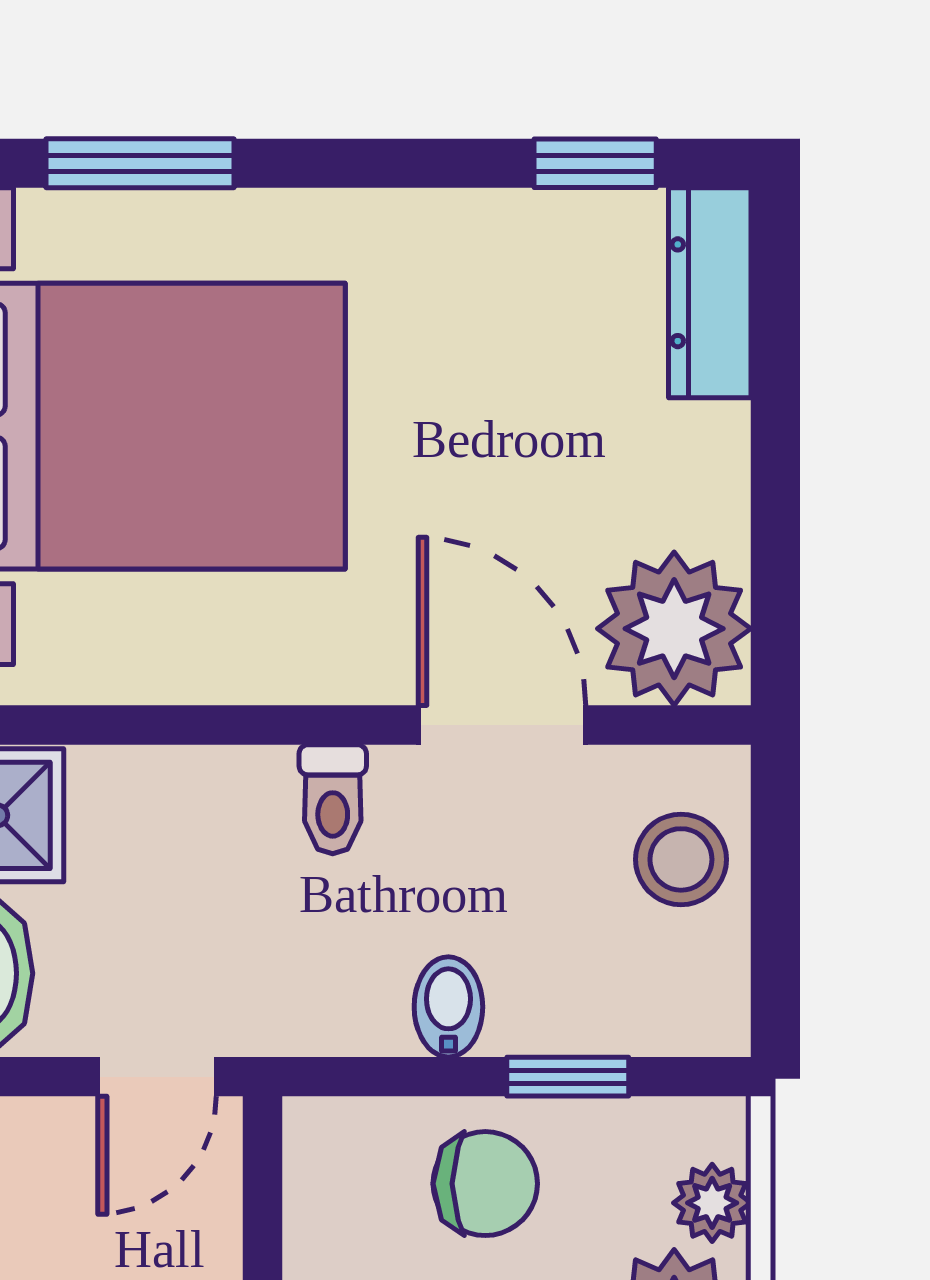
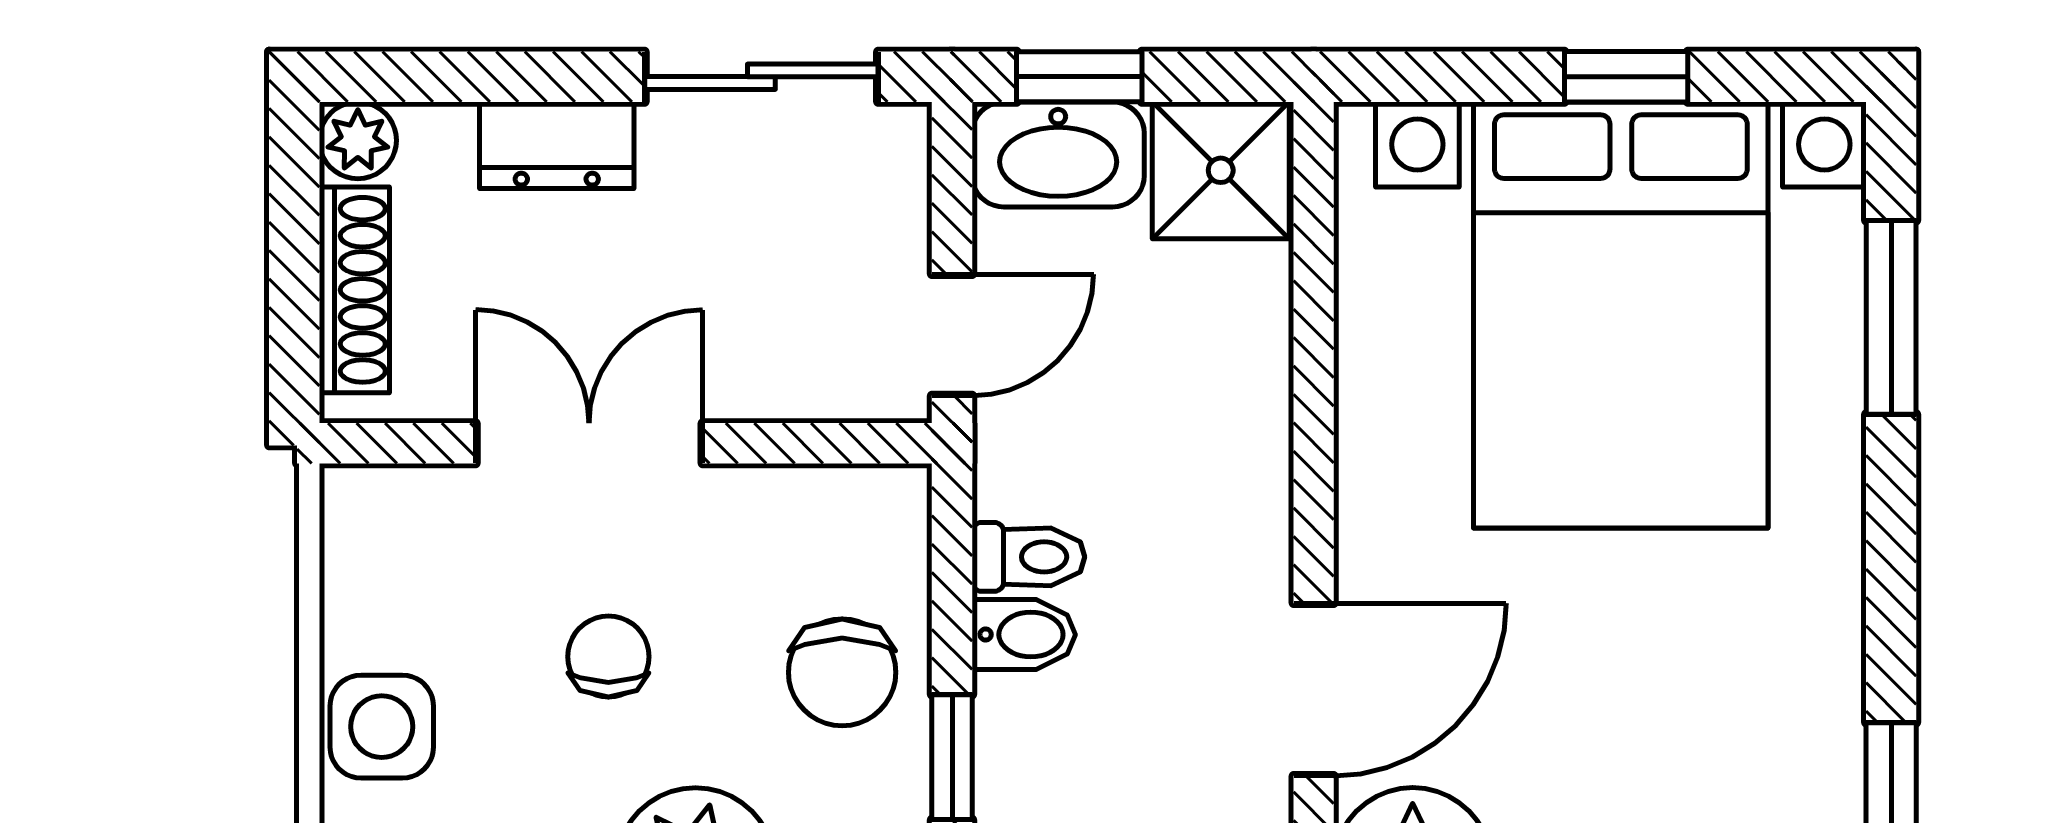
toilet: (333, 799) -> (1028, 557), moved, turned 180
door: (157, 1077) -> (952, 335), swing flipped

